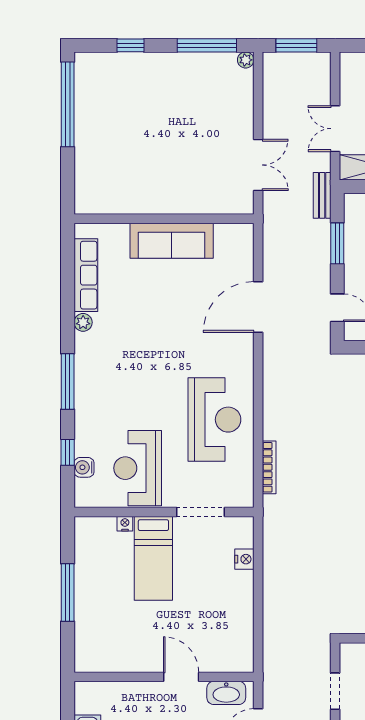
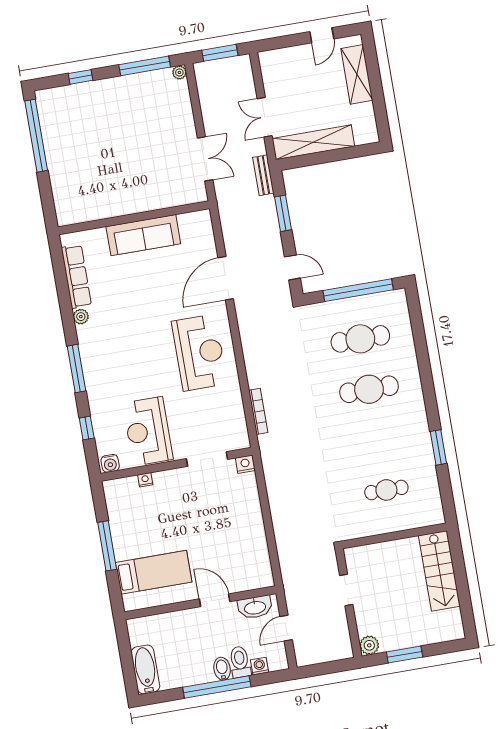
reception desk: (214, 420) -> (199, 353), moved
water cooler: (84, 467) -> (110, 463), moved, turned -90
bed: (153, 558) -> (154, 572), moved, turned -90
nightstand: (244, 559) -> (245, 464), moved, turned -90

